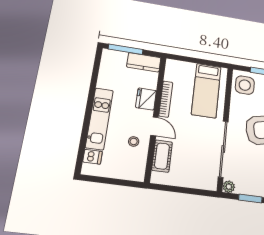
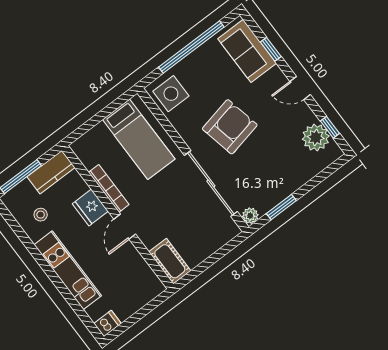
door: (154, 126) -> (125, 227), swing flipped
stool: (134, 141) -> (41, 215), moved
cot: (162, 156) -> (170, 261), moved
dishwasher: (92, 157) -> (107, 323), moved

